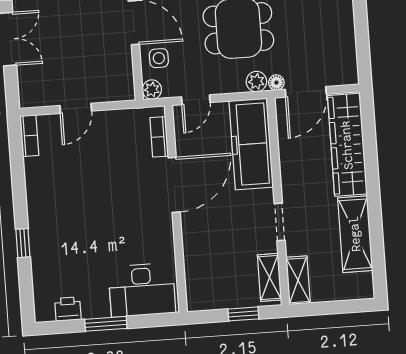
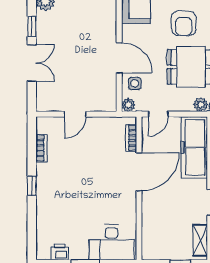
bookcase: (29, 136) -> (42, 148), moved
window: (23, 243) -> (32, 186), moved

